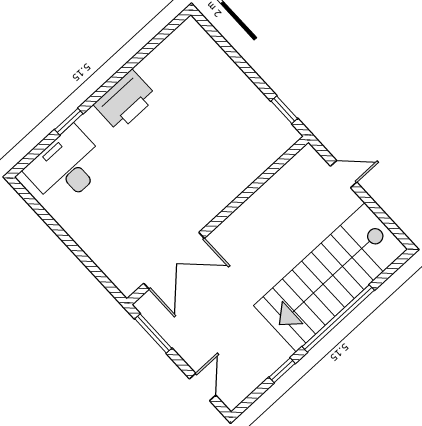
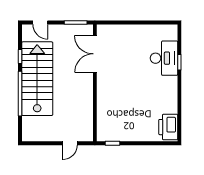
printer: (125, 101) -> (168, 127), moved
desk: (66, 167) -> (164, 58), moved
stairs: (331, 277) -> (37, 79), moved

